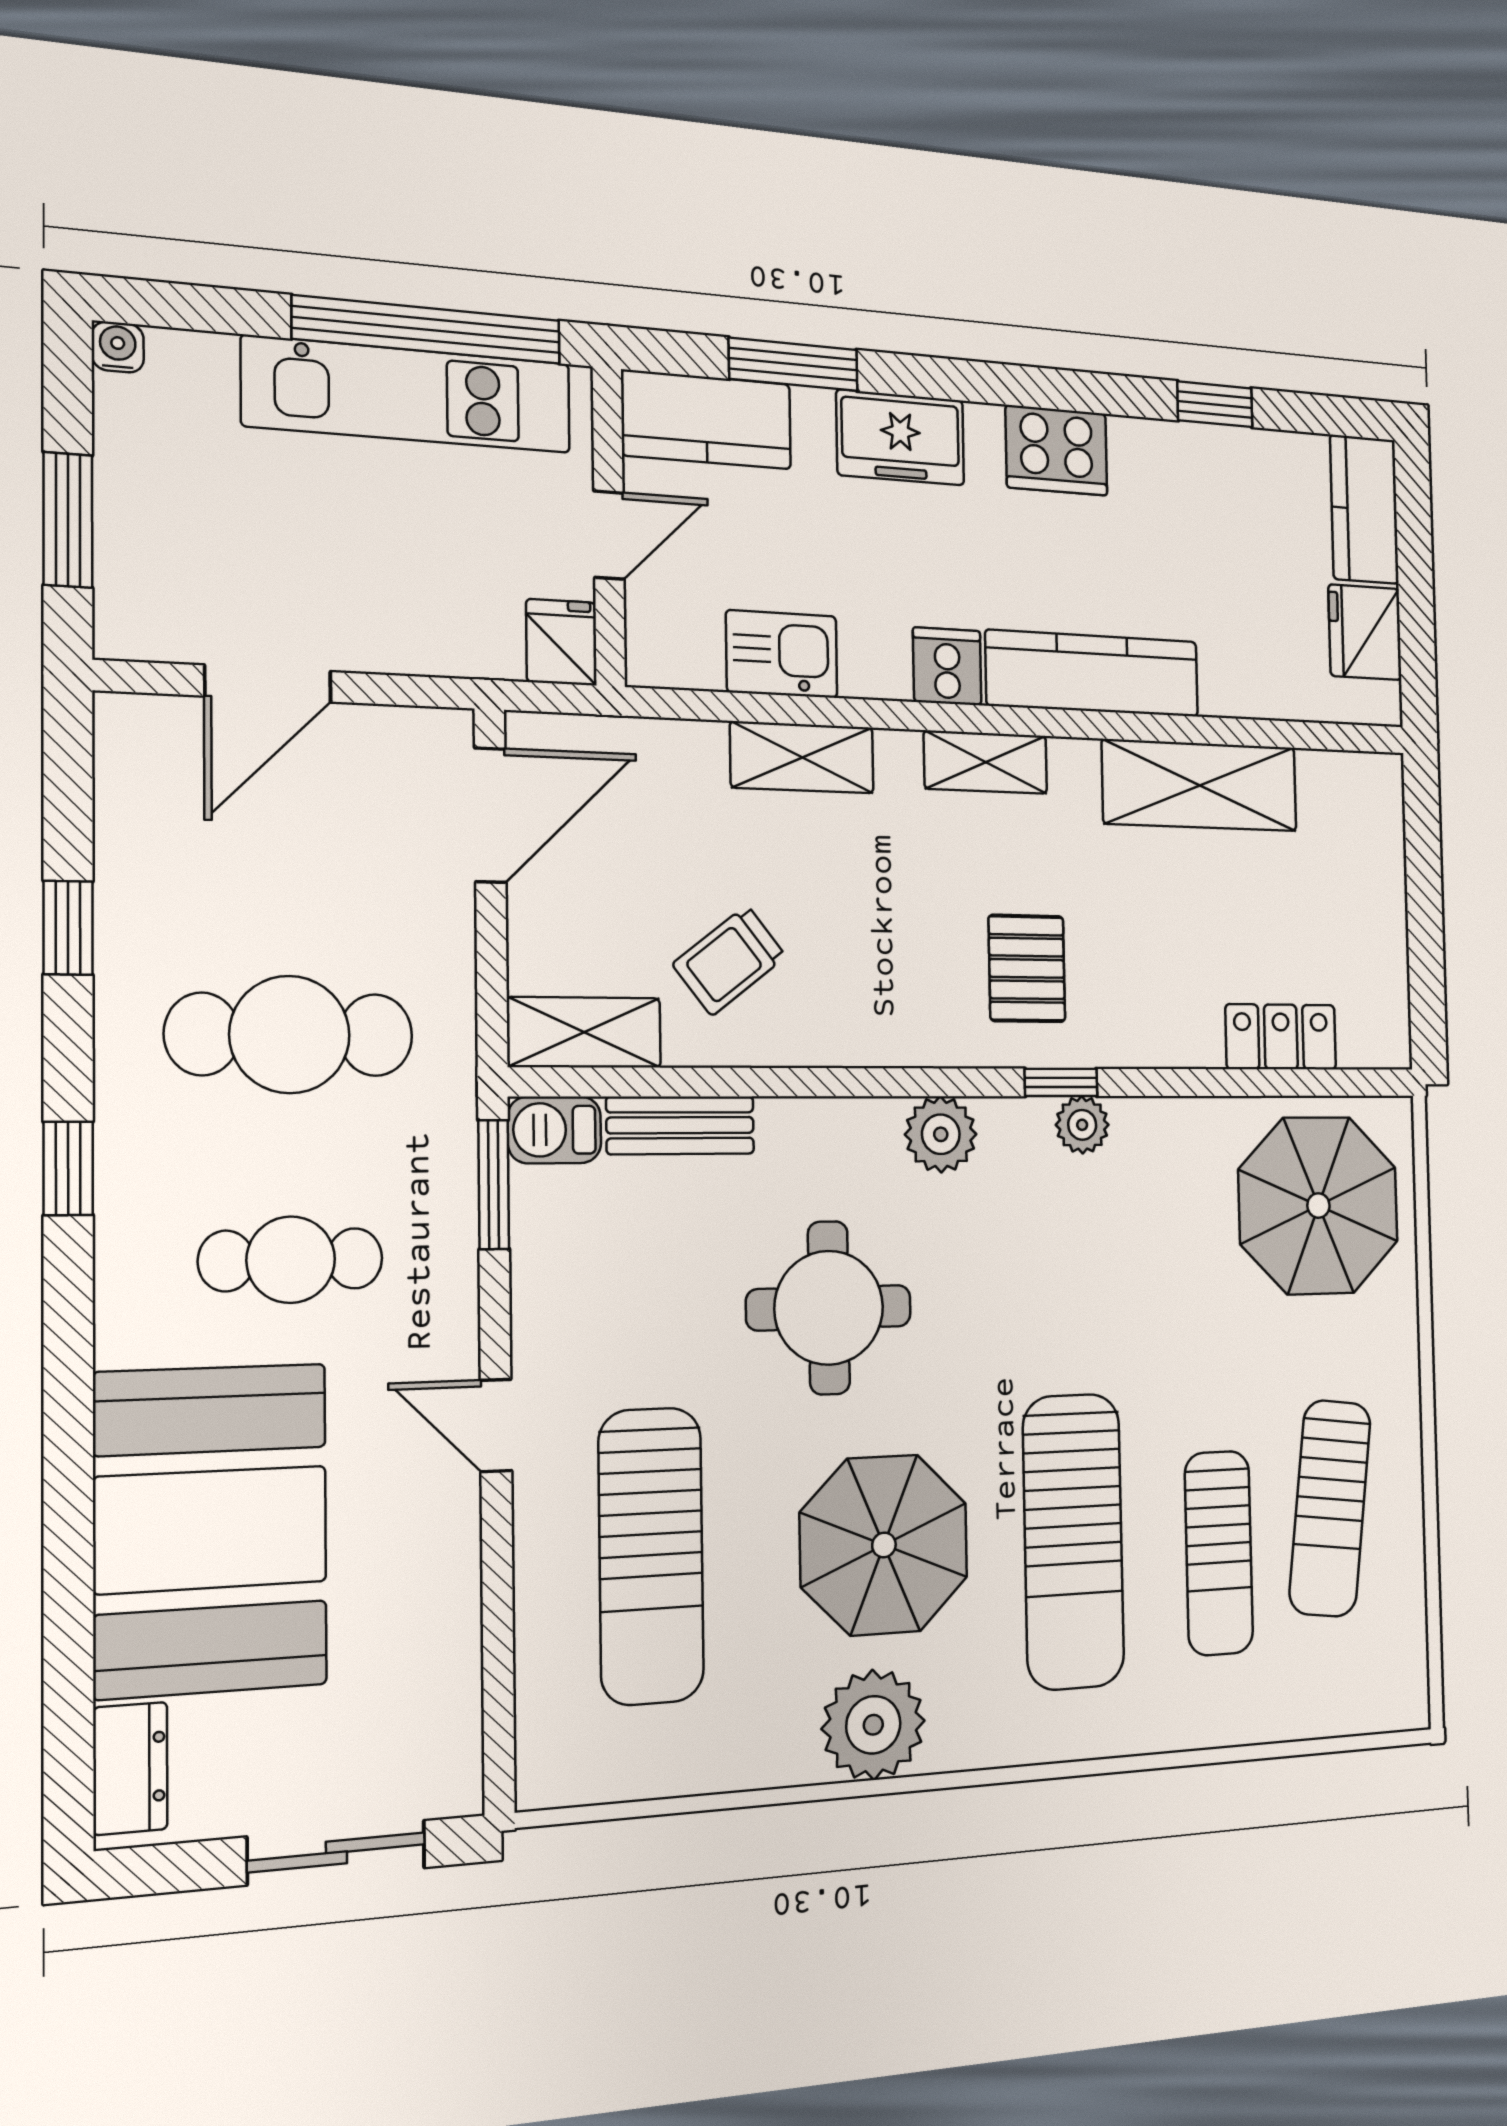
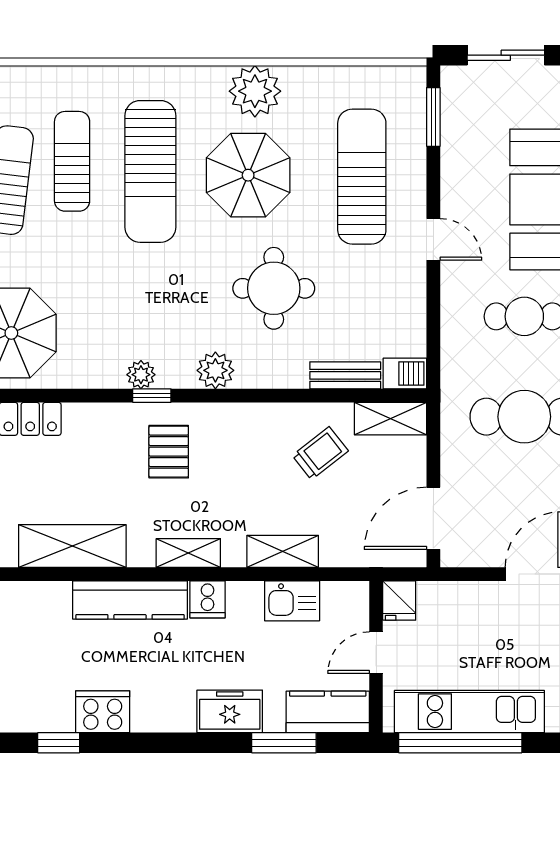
cooker: (1056, 450) -> (103, 712), moved
window: (494, 1185) -> (433, 117), moved
sun lounger: (1073, 1541) -> (150, 171), turned 180

